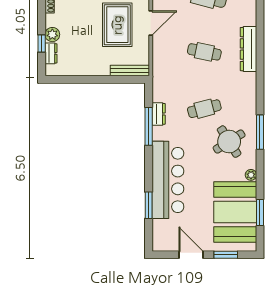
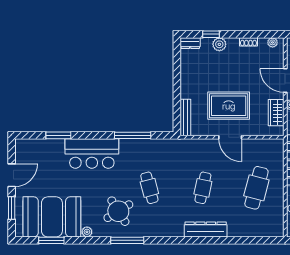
dresser: (51, 53) -> (190, 43), moved
dresser: (159, 114) -> (144, 145), removed
bar counter: (168, 180) -> (92, 153), width x0.73

